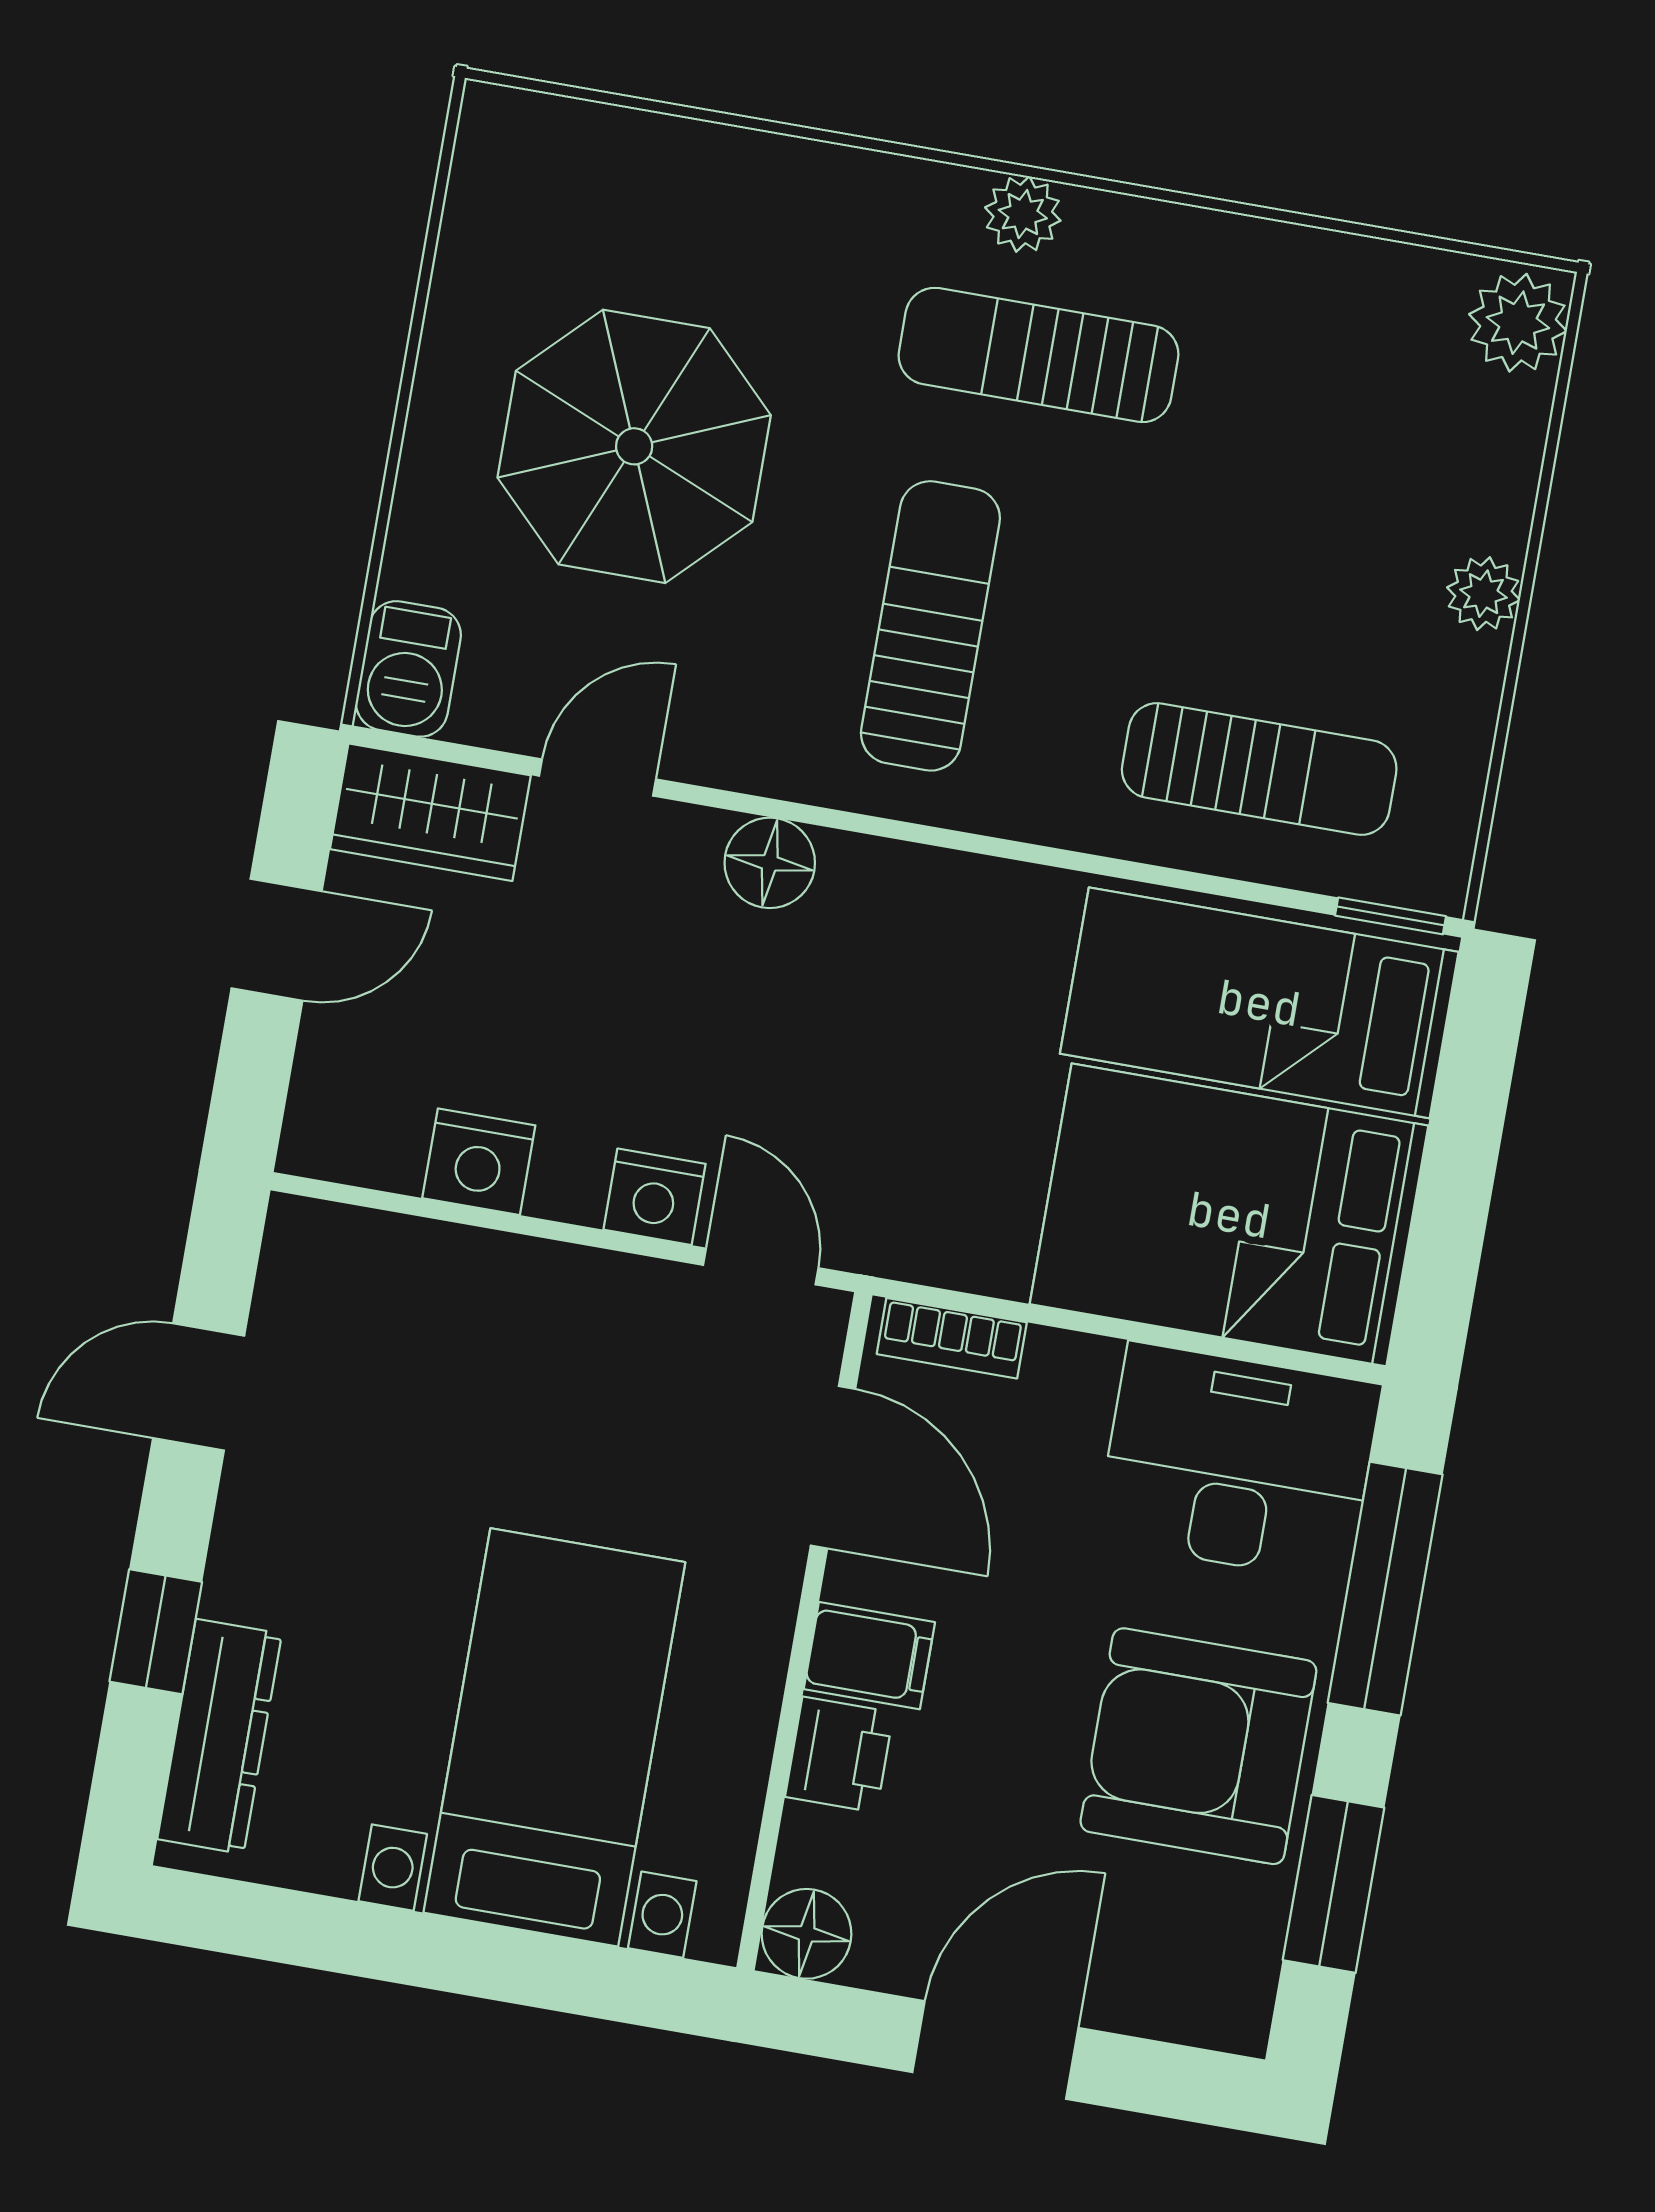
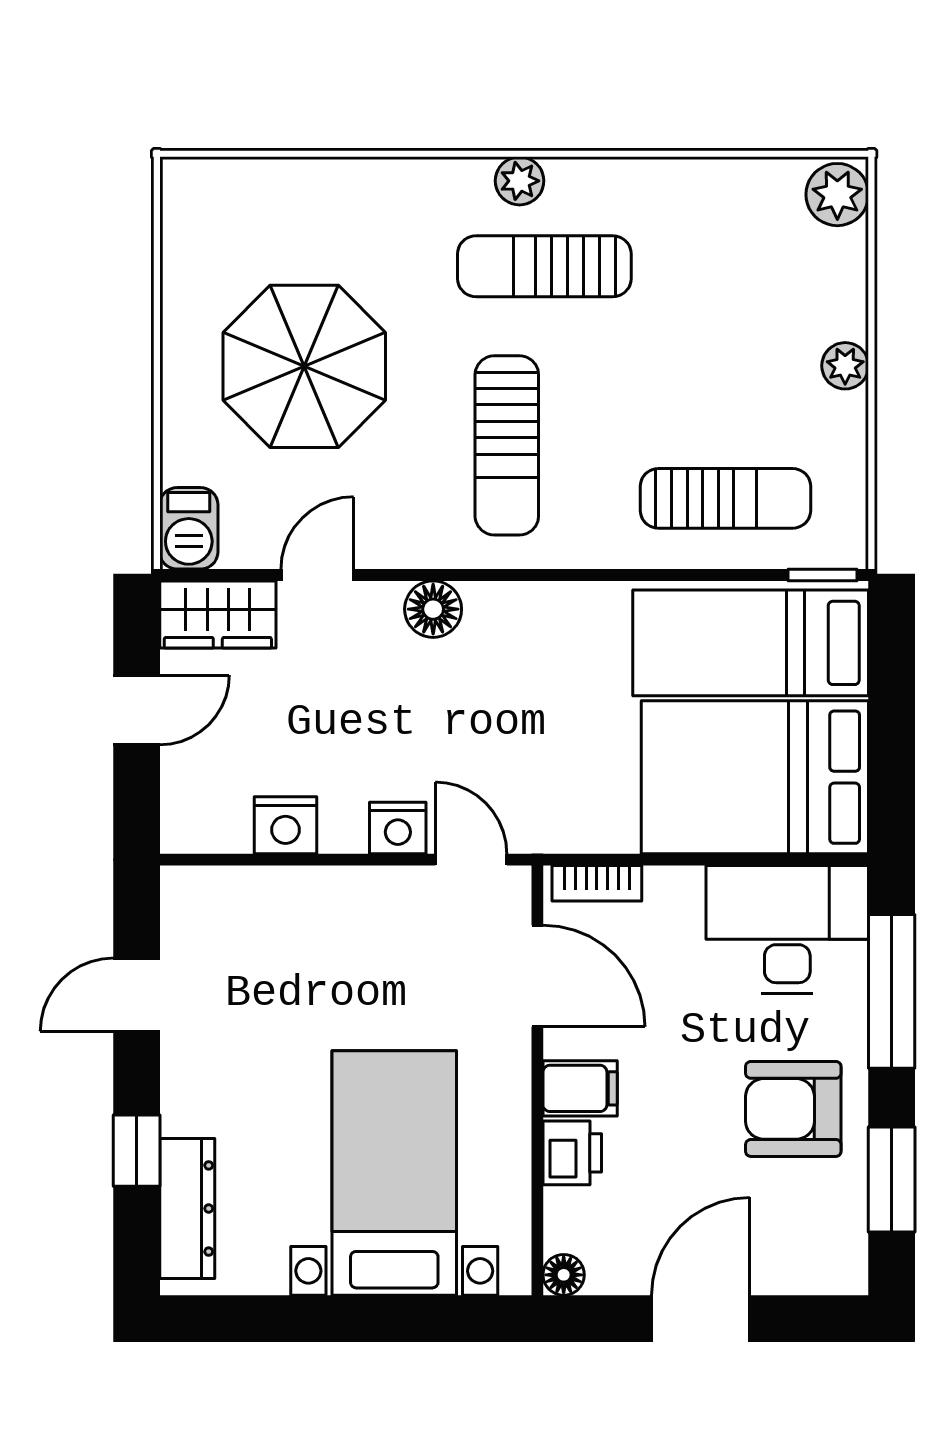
sun lounger: (930, 626) -> (507, 445), turned 180
armchair: (1198, 1746) -> (793, 1109), width x0.73, depth x0.73
floor lamp: (807, 1934) -> (564, 1275), width x0.73, depth x0.73

